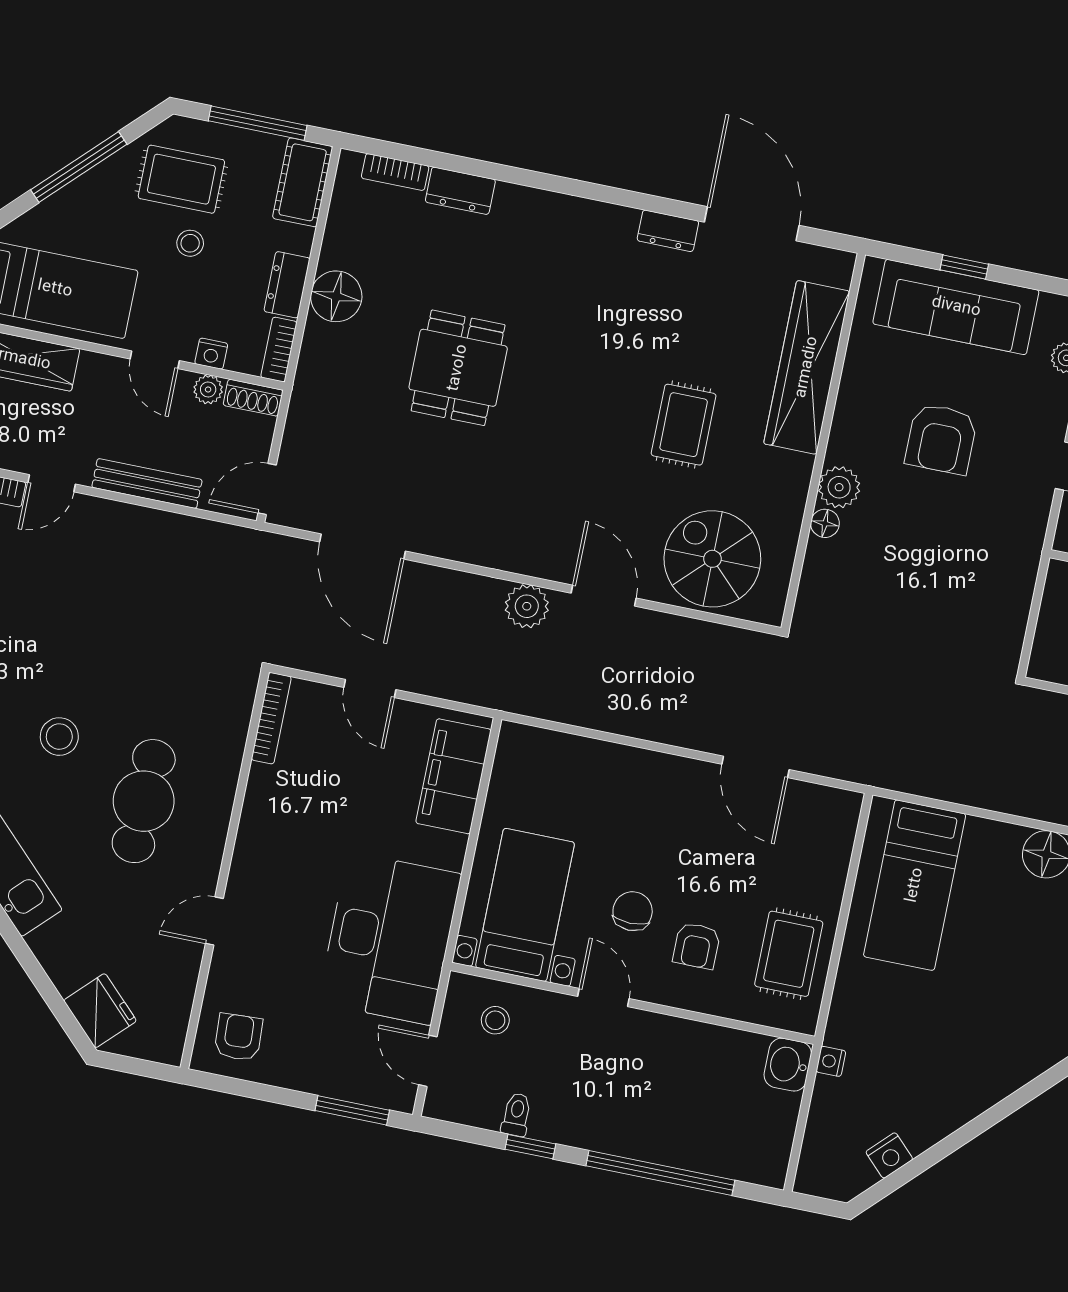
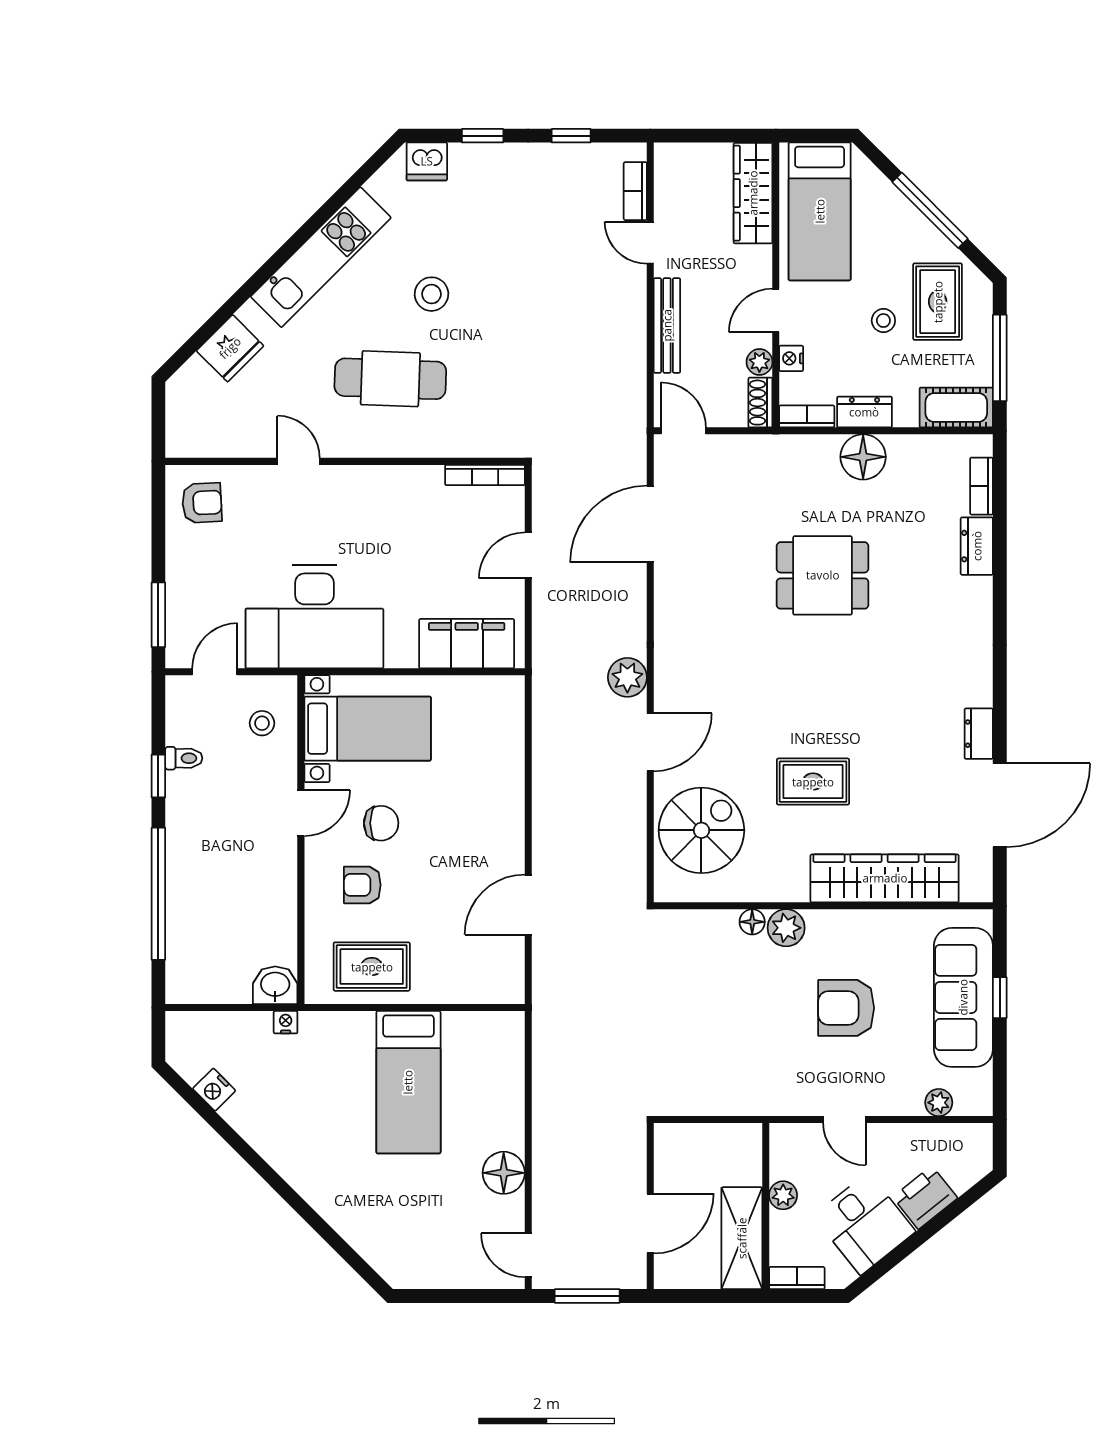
bed: (915, 885) -> (408, 1082), moved, turned -90
fridge: (100, 1011) -> (230, 348), moved

